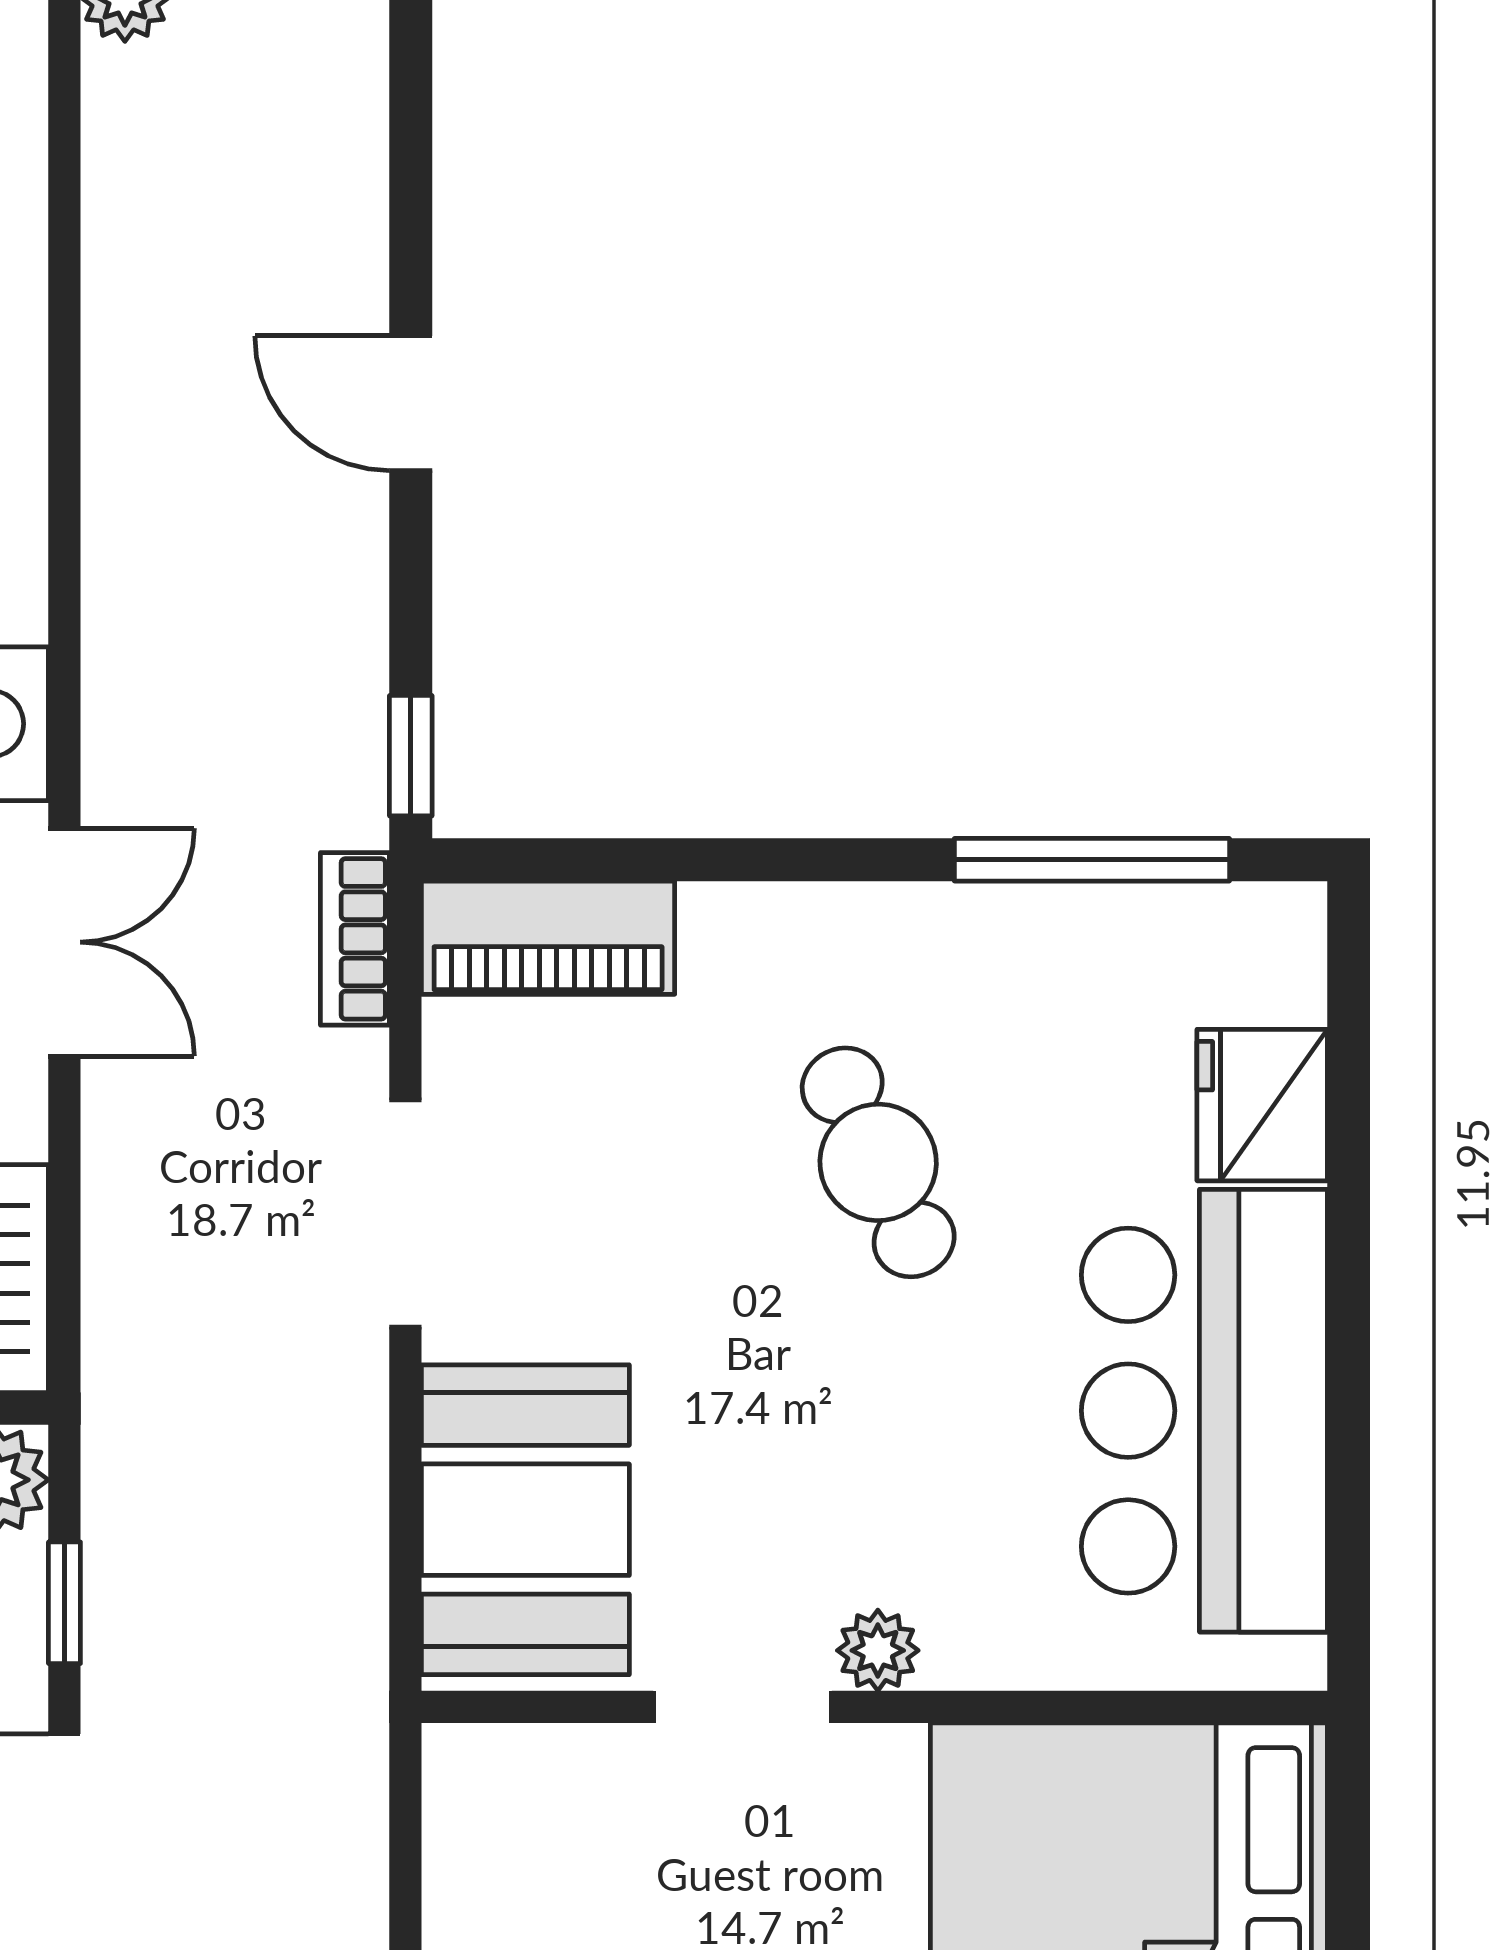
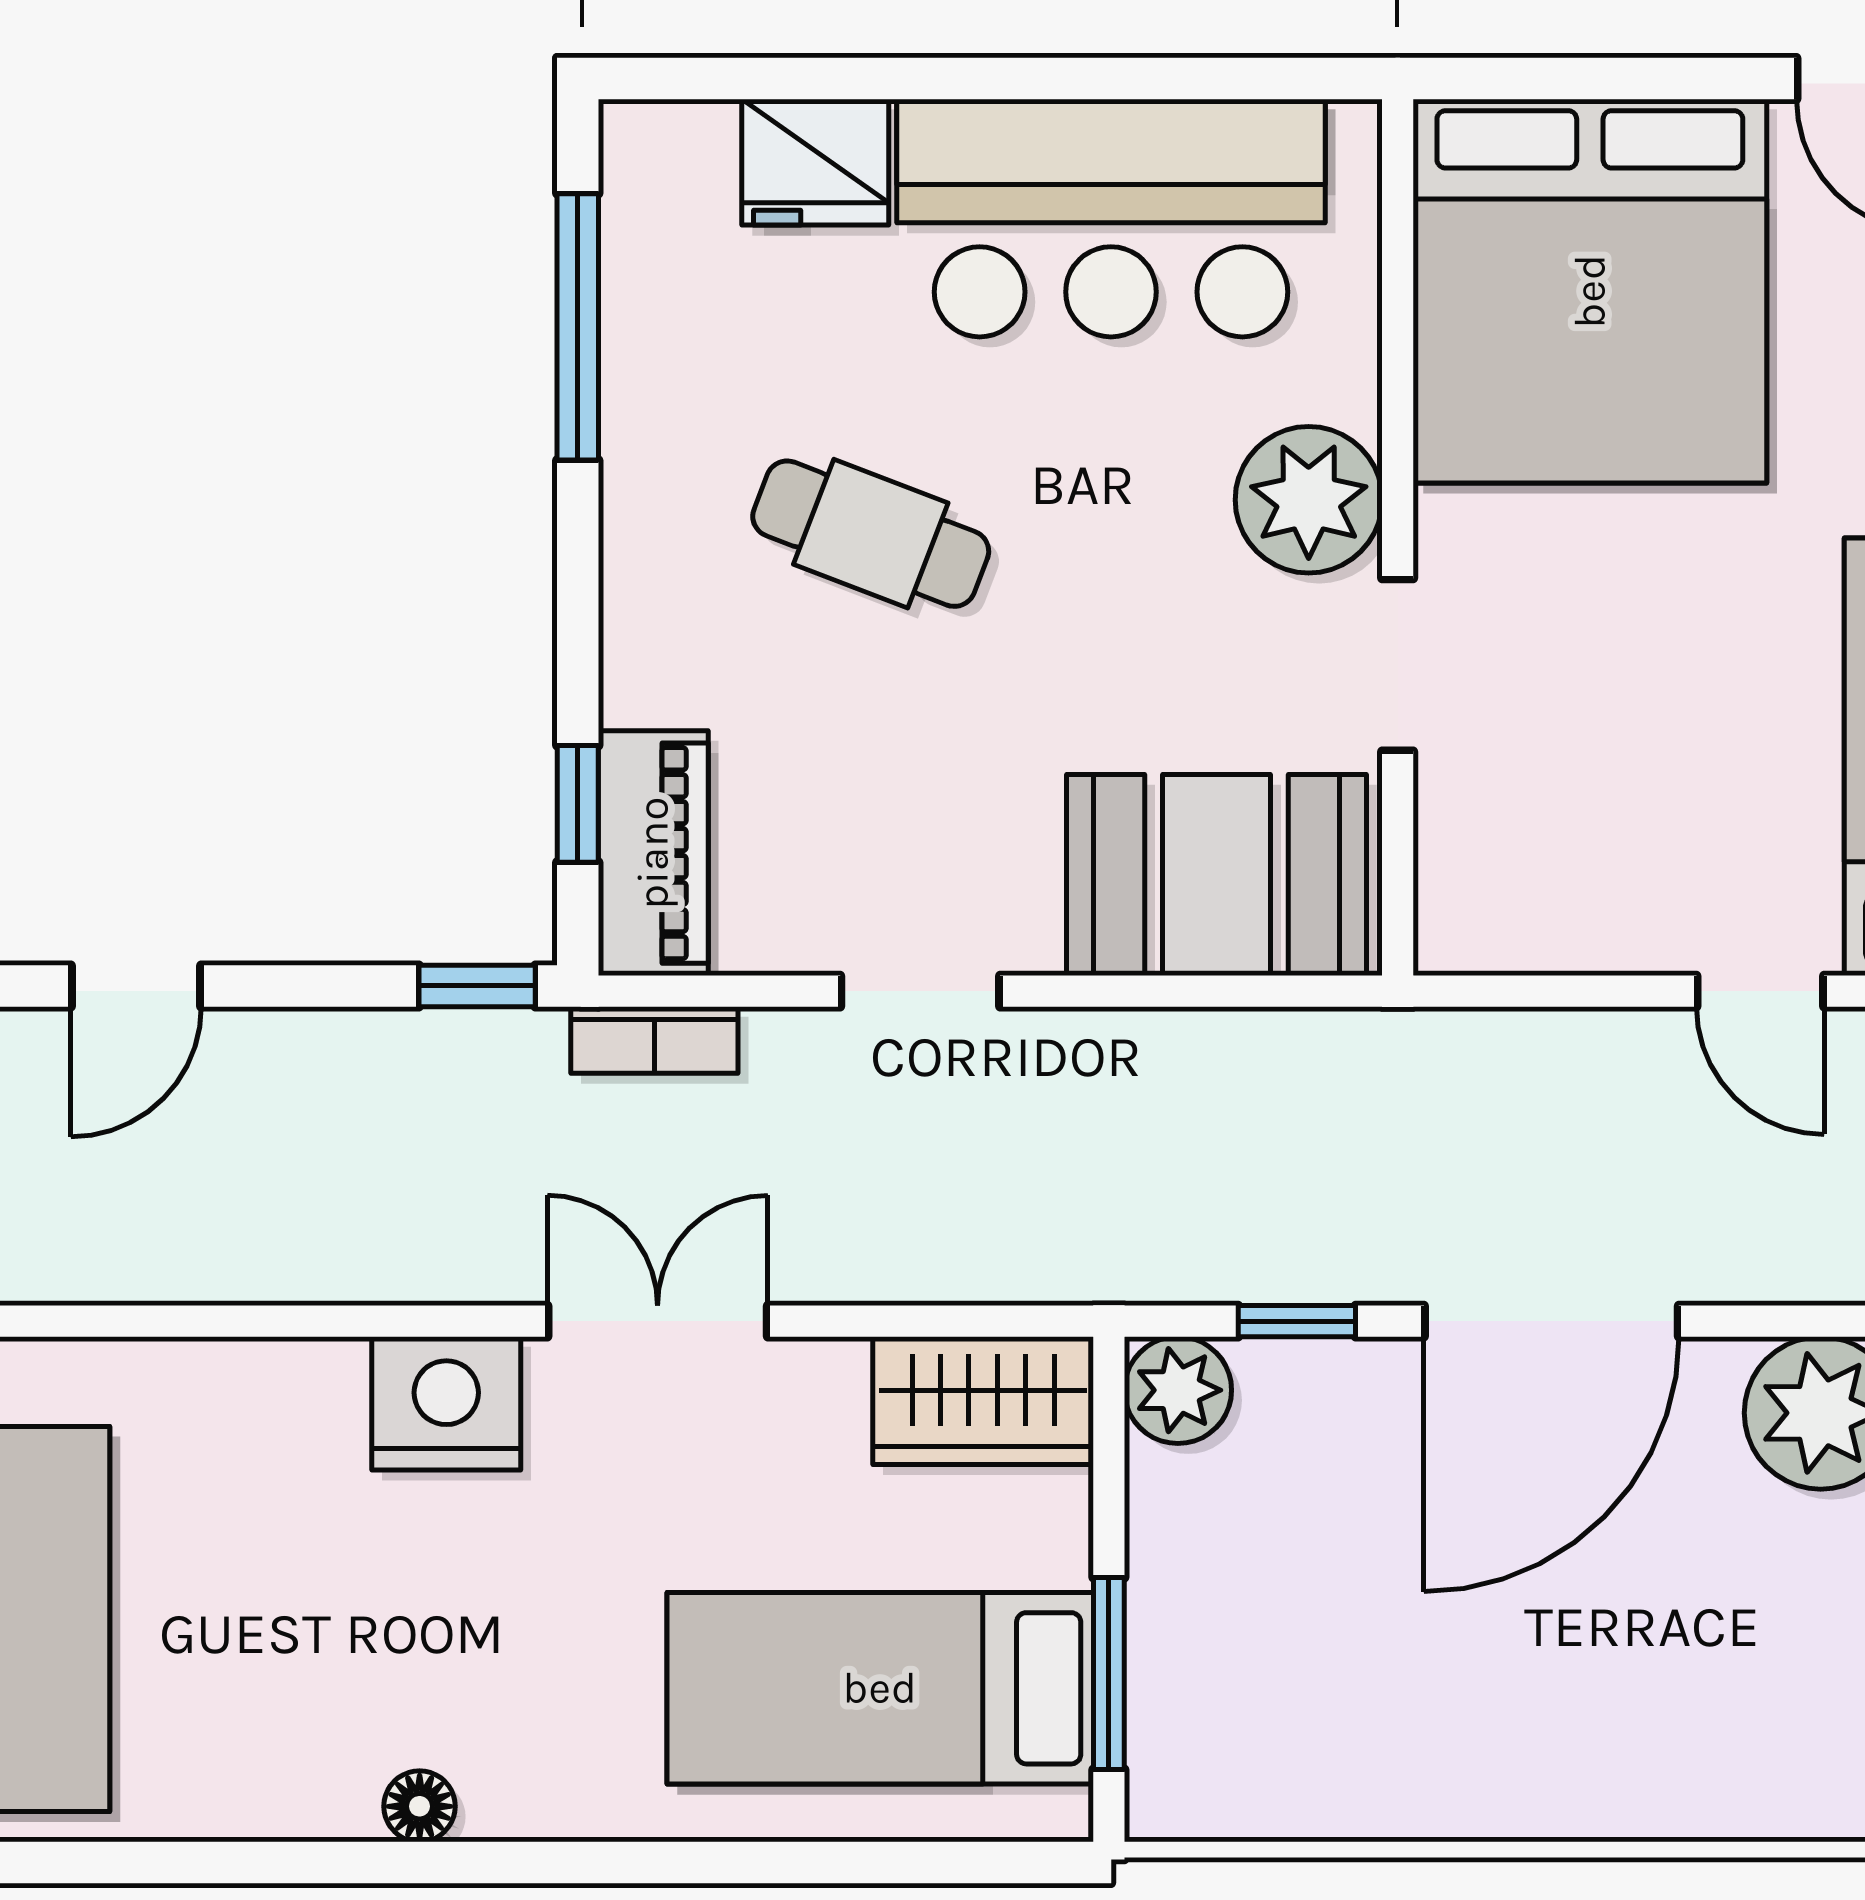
window: (599, 860) -> (578, 804), added
cafe table: (878, 1162) -> (871, 534), turned 46
doorway: (405, 1213) -> (920, 991), width x0.73
plant: (878, 1650) -> (1309, 500), width x1.87, depth x1.87

